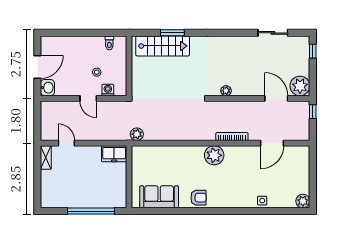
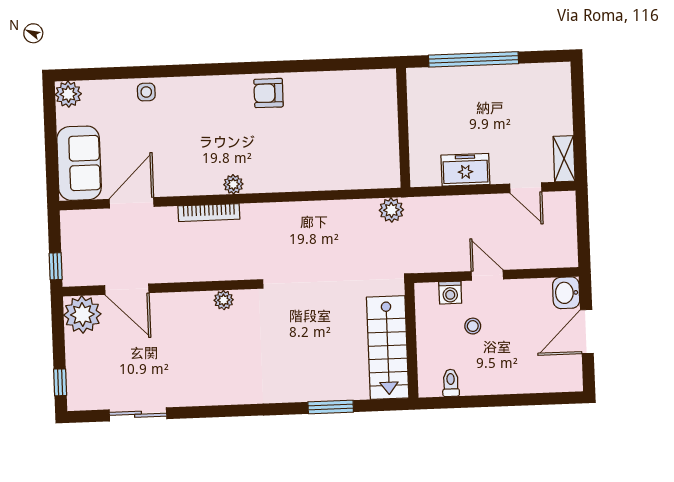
stairs: (163, 46) -> (388, 348), moved, turned -90
freezer: (114, 154) -> (465, 170), moved
plant: (214, 155) -> (233, 184), width x0.53, depth x0.53
sofa: (159, 197) -> (79, 163), moved, turned -90

